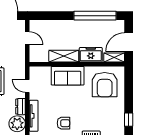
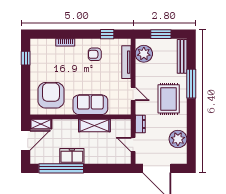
freezer: (91, 55) -> (72, 156), moved, turned 180
dresser: (21, 107) -> (140, 124), moved

